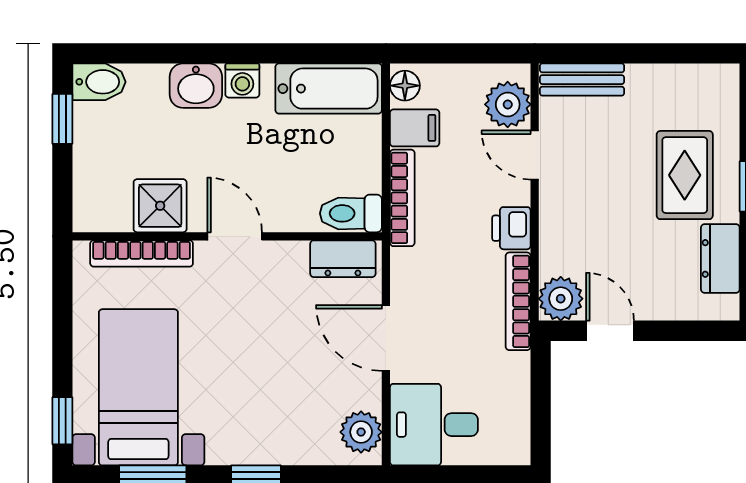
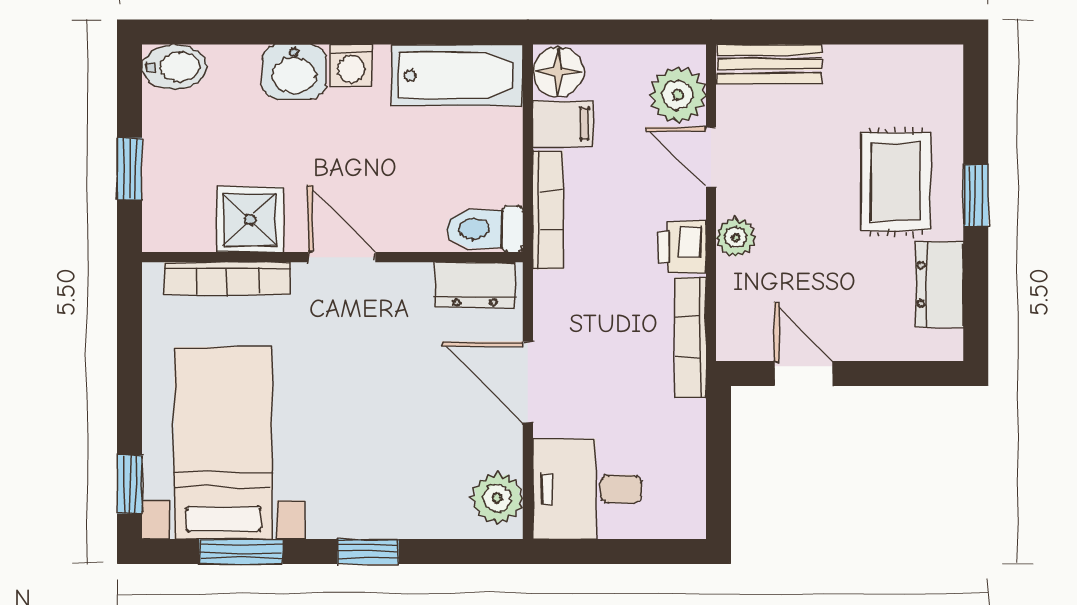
floor lamp: (405, 86) -> (558, 72), width x1.37, depth x1.37
window: (62, 119) -> (130, 169), moved
plant: (561, 299) -> (736, 237), moved, width x0.73, depth x0.73

